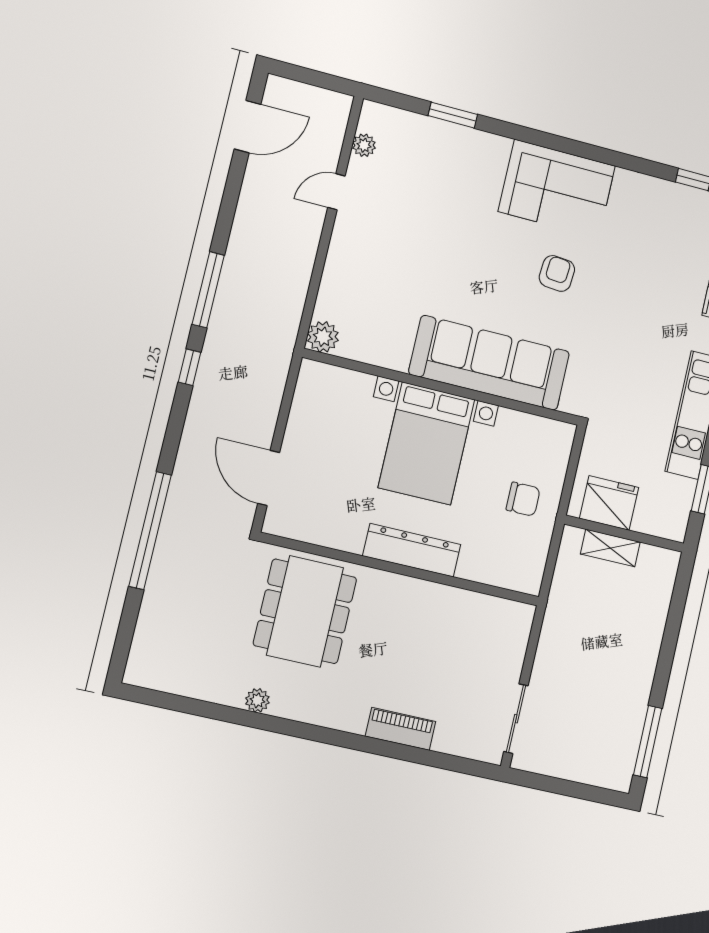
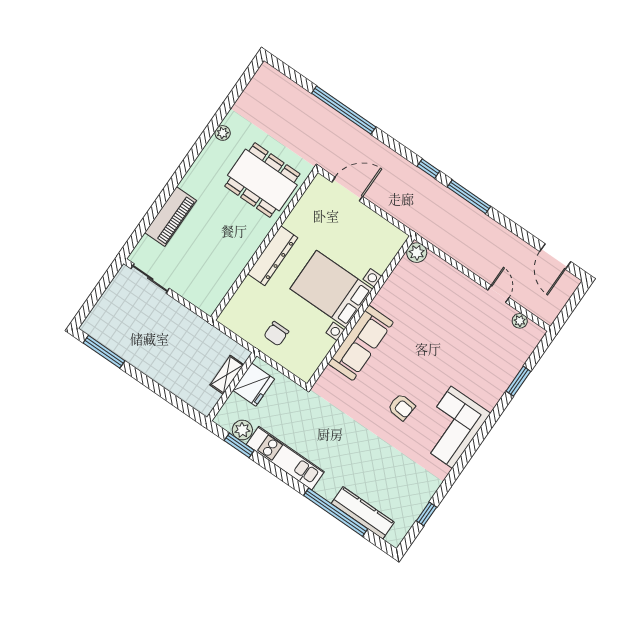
sofa: (489, 363) -> (361, 343), width x0.74, depth x0.79
plant: (680, 493) -> (242, 430), added
piano: (400, 729) -> (171, 216), width x1.37, depth x1.33

